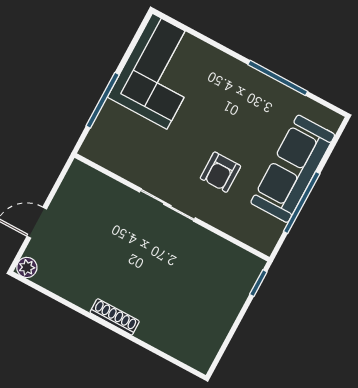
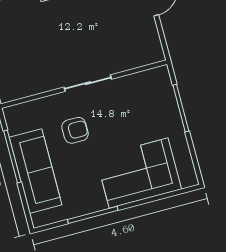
corner sofa: (160, 71) -> (139, 173), moved, turned 90
armchair: (220, 172) -> (75, 130), turned 90

